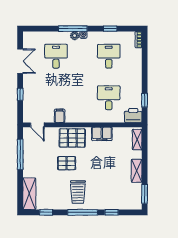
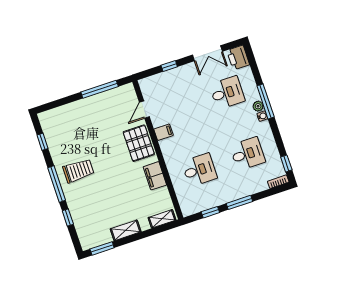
window: (110, 29) -> (286, 163), moved
window: (145, 75) -> (239, 202), added
filing cabinet: (60, 116) -> (164, 132), moved
printer: (133, 116) -> (238, 58), moved, turned 180
door: (37, 125) -> (144, 110), moved
pallet: (67, 163) -> (107, 146), removed
trolley: (78, 192) -> (78, 171), turned 180
shelving: (29, 194) -> (58, 115), removed

